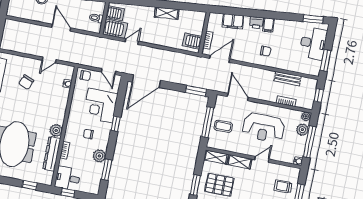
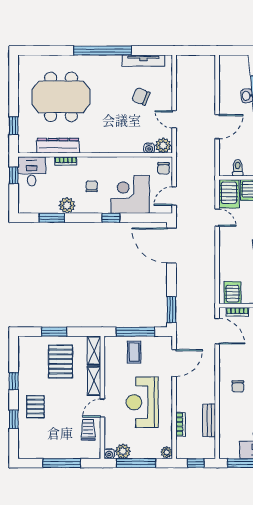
plant: (56, 130) -> (163, 145), moved
plant: (302, 130) -> (123, 451), moved
door: (262, 159) -> (102, 408), swing flipped
trolley: (283, 186) -> (88, 430), moved

